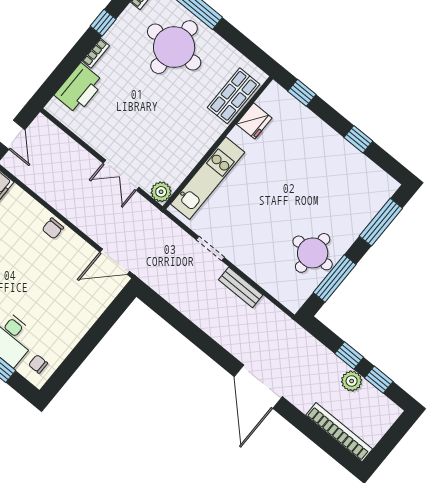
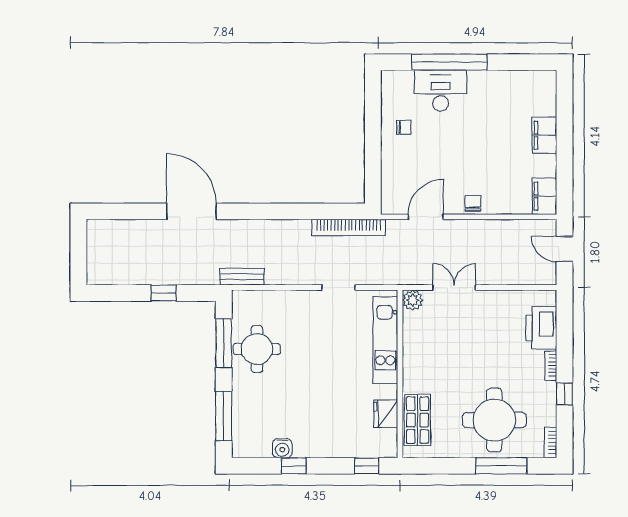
water cooler: (356, 160) -> (282, 448), added
door: (115, 262) -> (426, 217), moved
bench: (241, 287) -> (242, 277), moved
chair: (38, 364) -> (404, 127), moved
window: (379, 380) -> (125, 293), removed
plant: (352, 381) -> (146, 275), removed
door: (258, 387) -> (191, 211), moved
bookcase: (339, 432) -> (349, 228), moved

